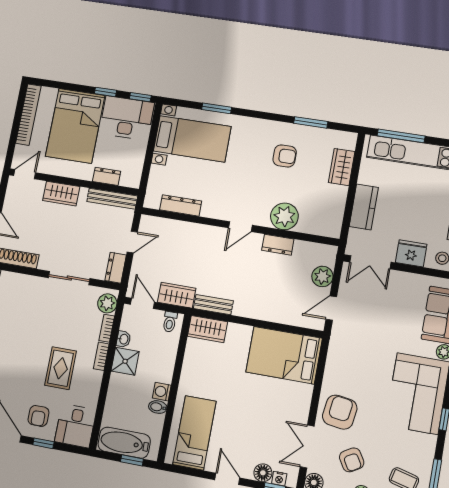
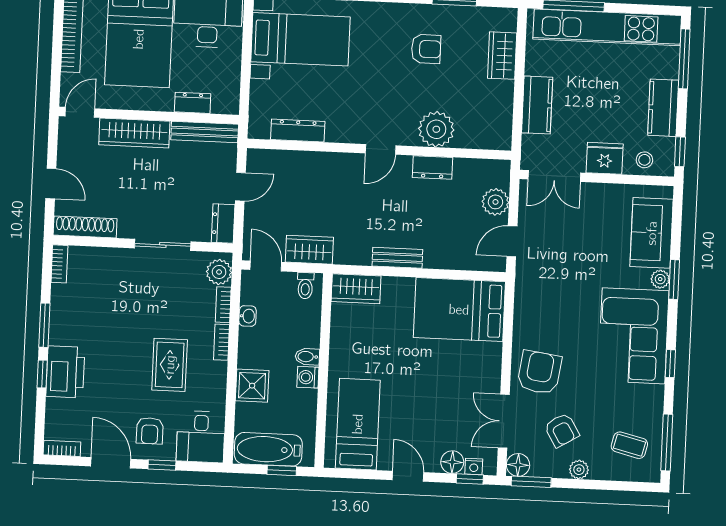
wardrobe: (61, 194) -> (134, 133), width x1.50
bench: (213, 305) -> (397, 258), moved
shower: (125, 361) -> (252, 386), moved
bidet: (158, 407) -> (307, 357), moved

